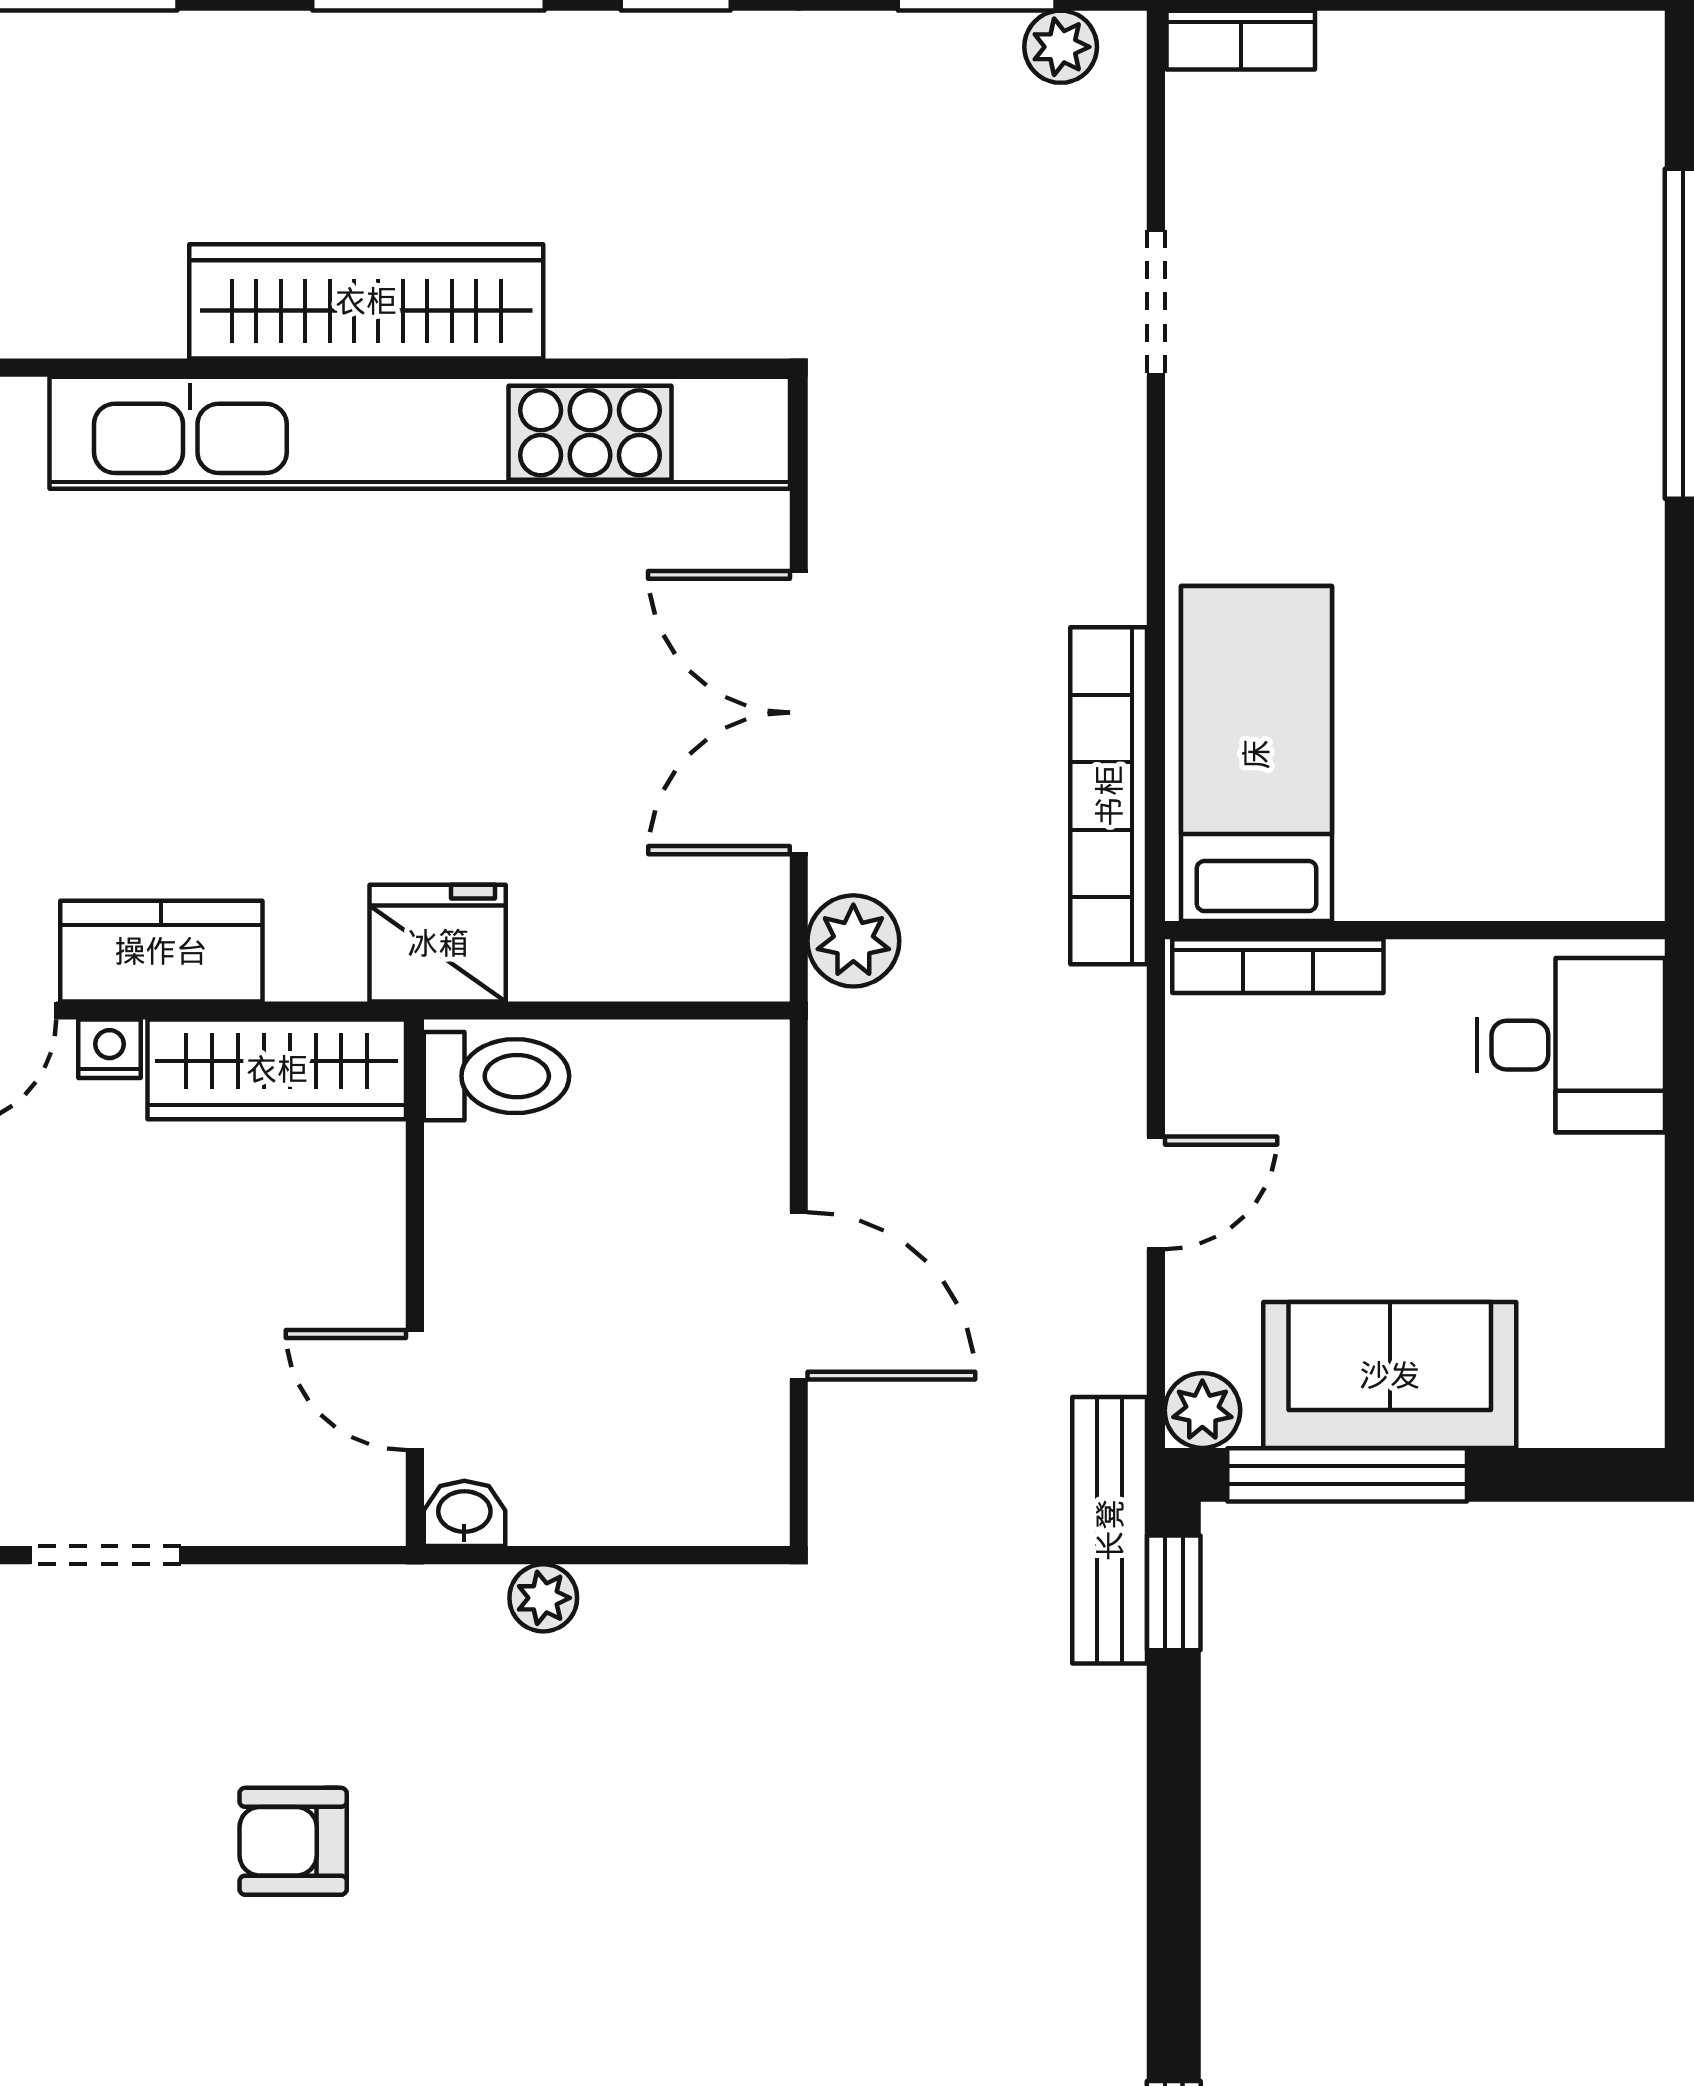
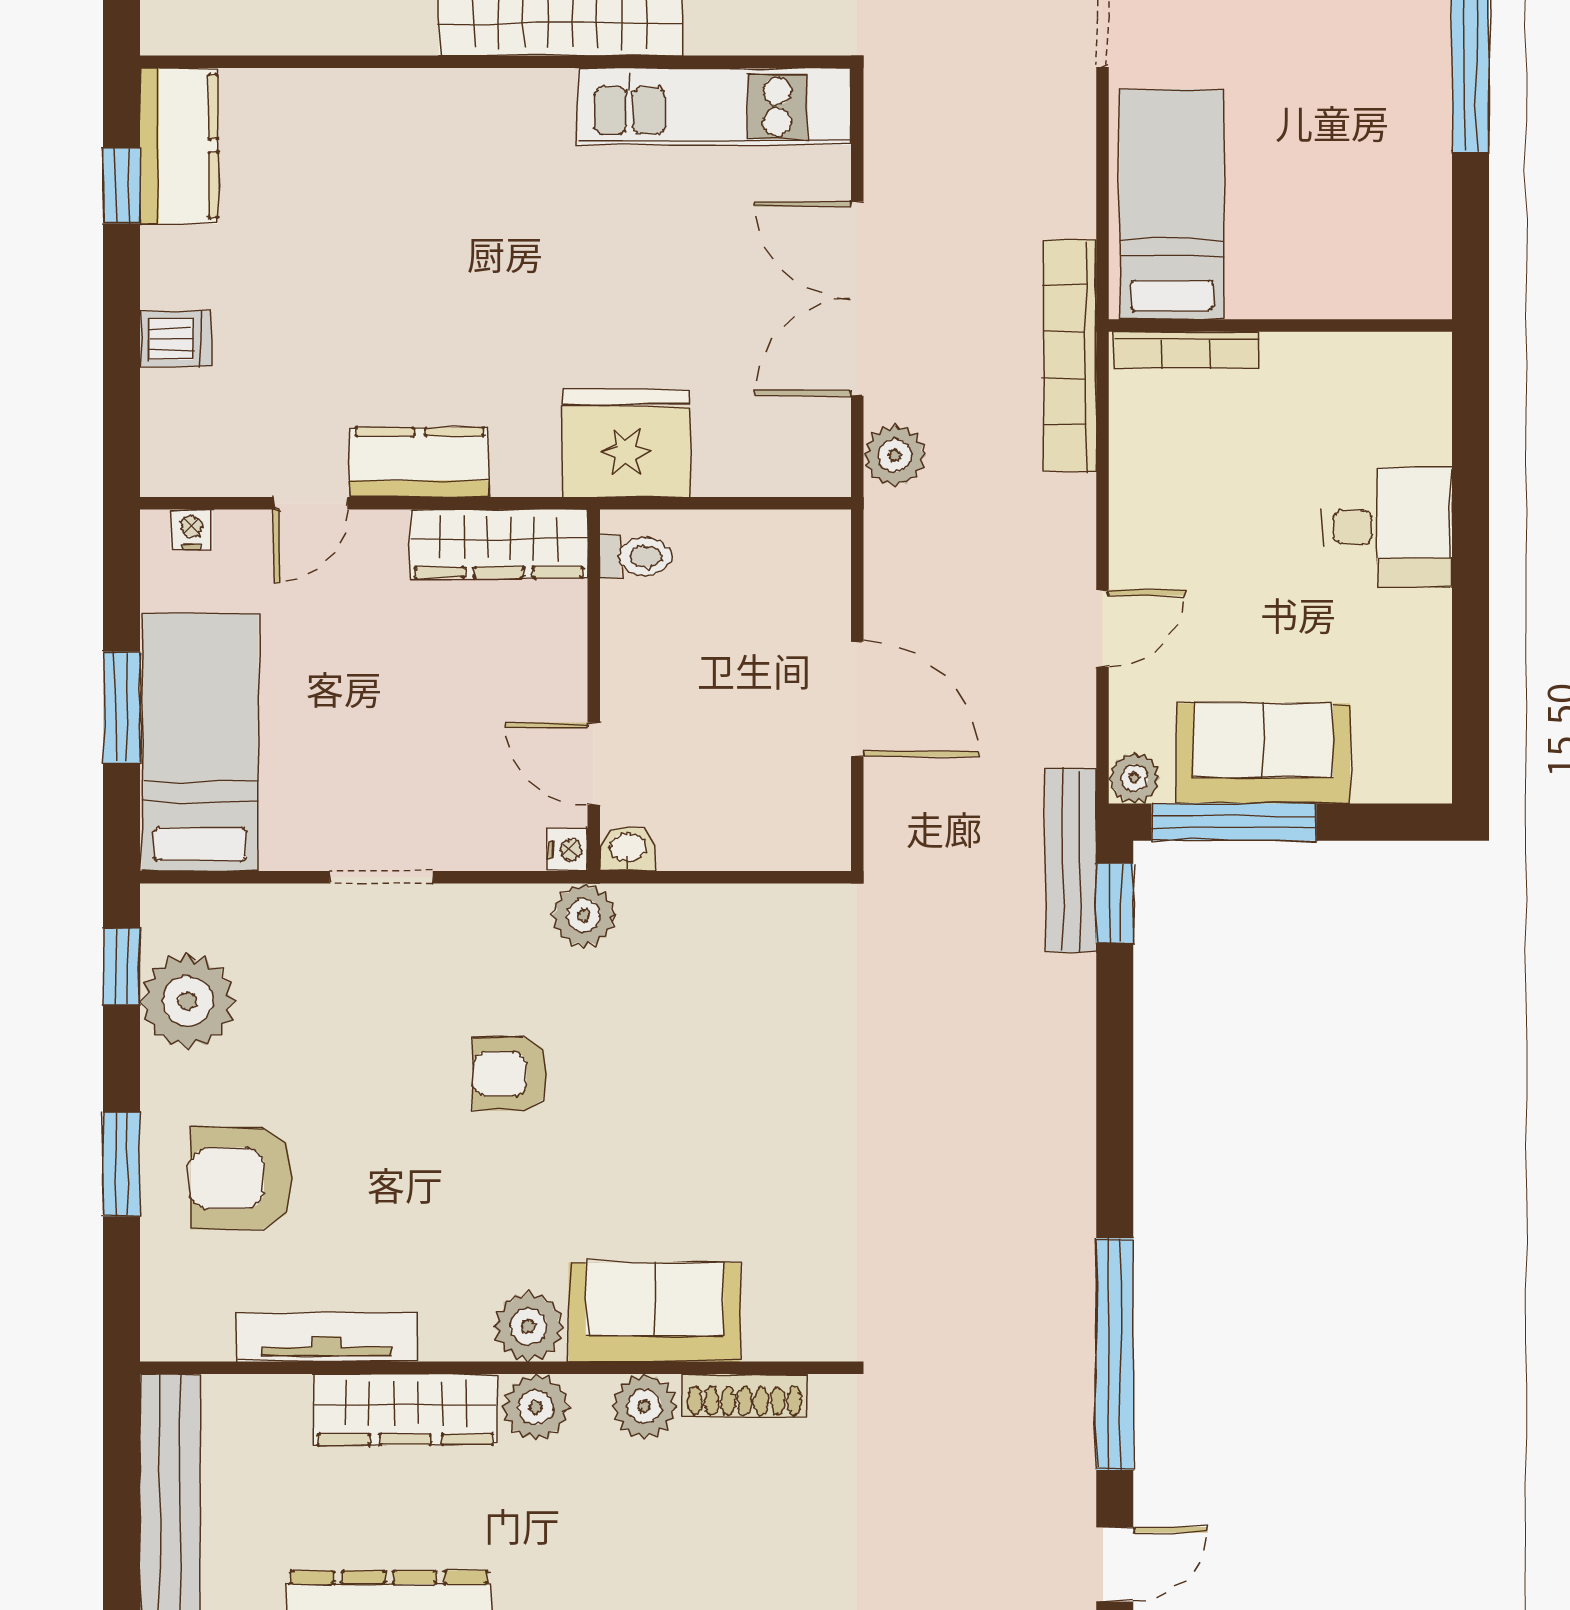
kitchen unit: (420, 433) -> (714, 106), width x0.54
bed: (1256, 754) -> (1172, 204), moved
wall: (1415, 930) -> (1280, 325), moved
fridge: (438, 943) -> (626, 443), width x1.36, depth x1.34
bookcase: (1278, 966) -> (1186, 350), moved
nightstand: (109, 1049) -> (567, 850), moved, turned 90
toilet: (496, 1076) -> (636, 557), width x0.73, depth x0.72
plant: (543, 1598) -> (584, 915), moved, width x1.38, depth x1.38

